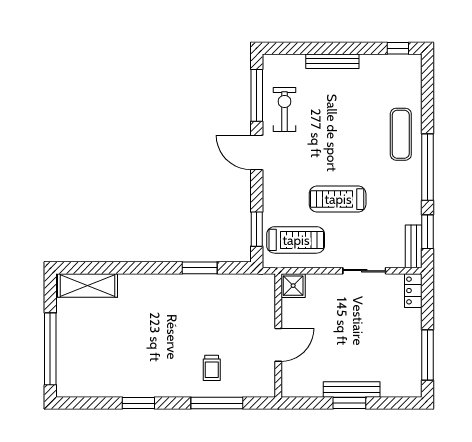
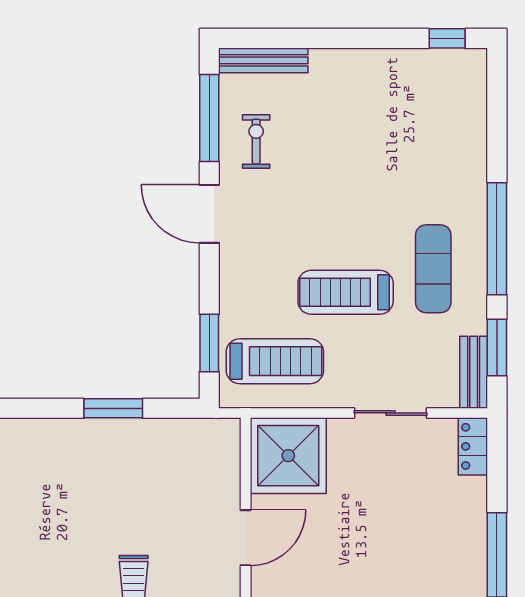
bench: (332, 61) -> (263, 60), moved
exercise bike: (285, 109) -> (256, 142), width x0.73, depth x0.72
exercise mat: (401, 134) -> (433, 269), moved
shower: (293, 286) -> (288, 456), width x1.86, depth x1.86

